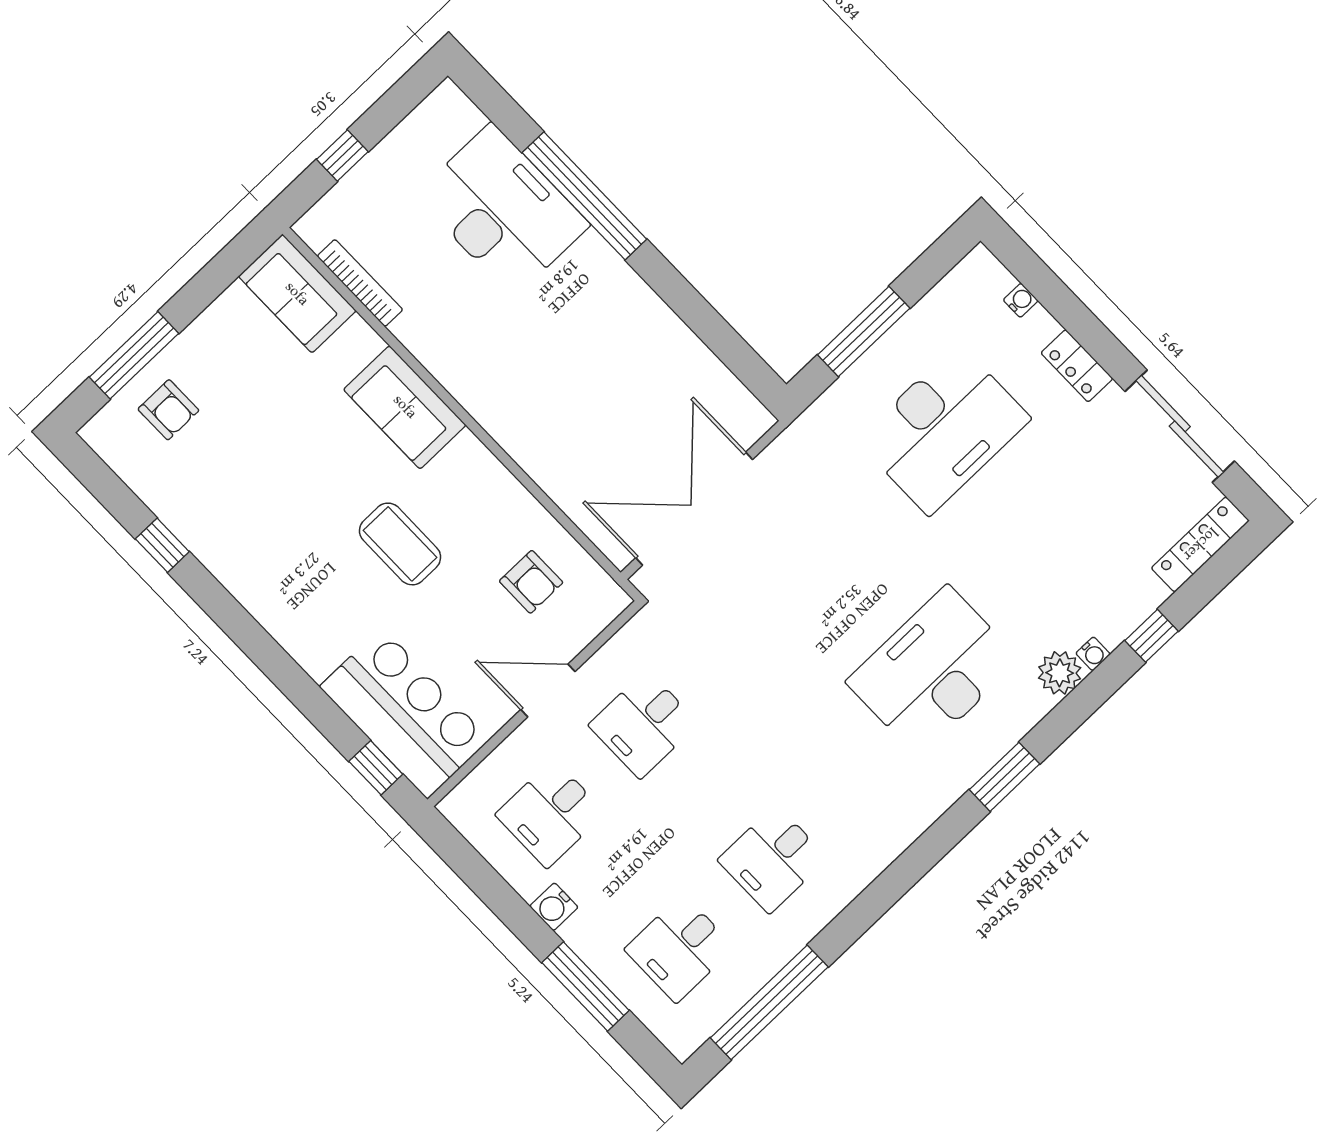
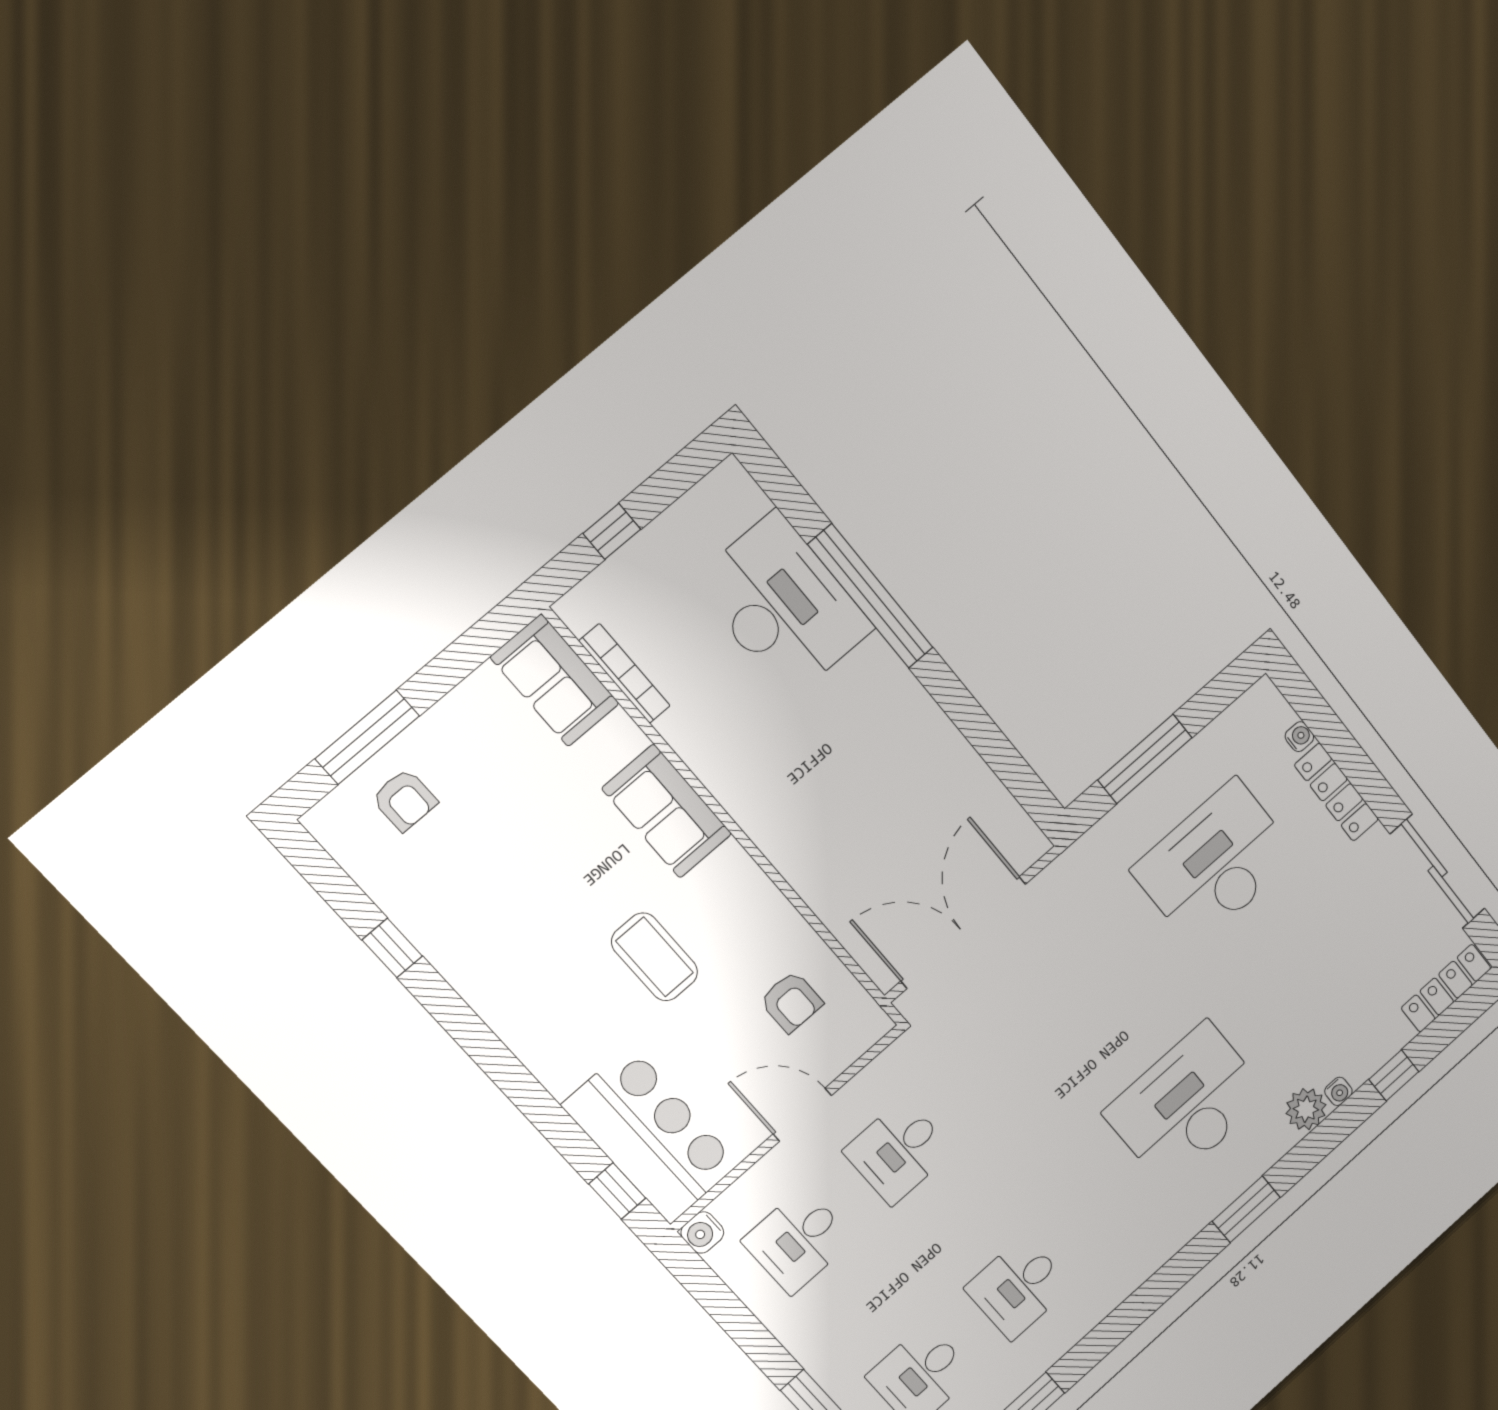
locker: (1077, 366) -> (1336, 792), width x1.53
desk: (944, 429) -> (1215, 863), turned 180
water cooler: (554, 907) -> (702, 1232), moved

